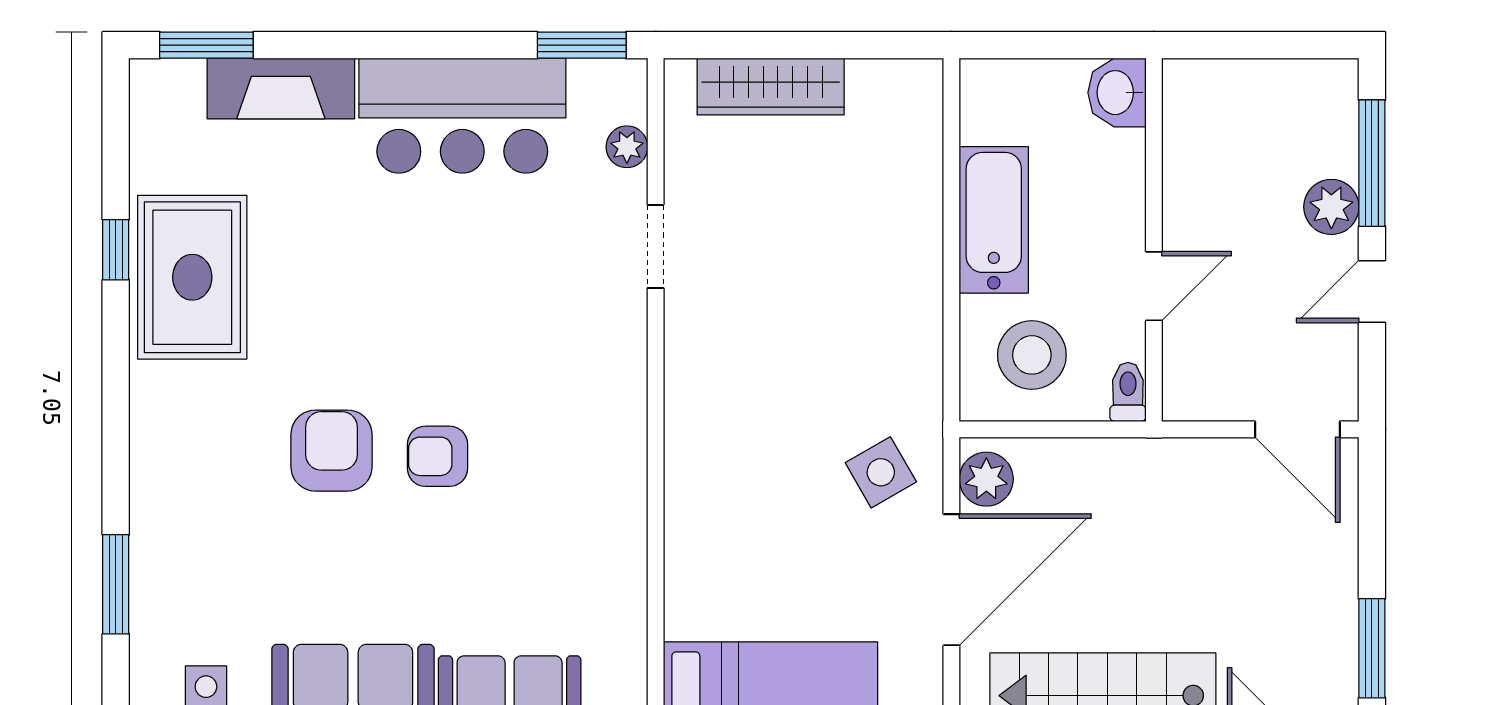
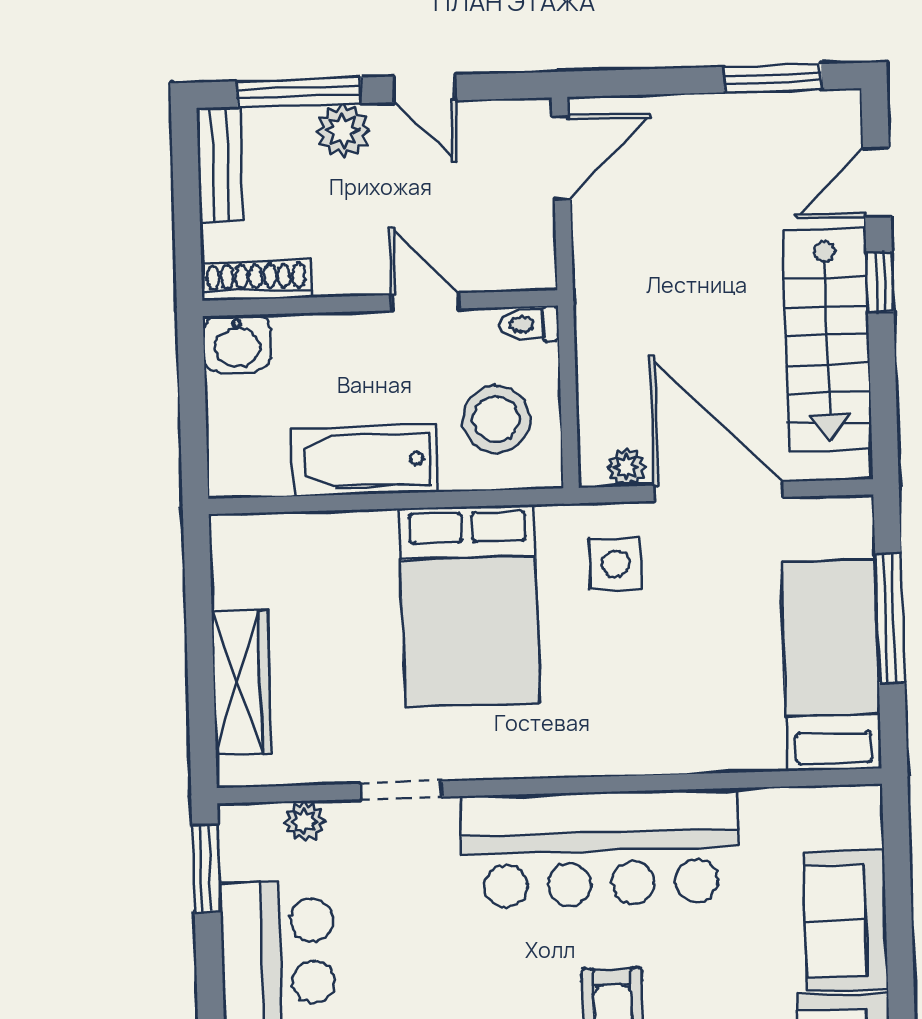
bench: (1300, 80) -> (220, 165), added
shoe rack: (1181, 114) -> (256, 281), added
bed: (842, 322) -> (469, 606), added
bar counter: (590, 448) -> (600, 848), added
side table: (881, 472) -> (615, 564), turned 30
plant: (986, 479) -> (626, 467), width x0.73, depth x0.73

